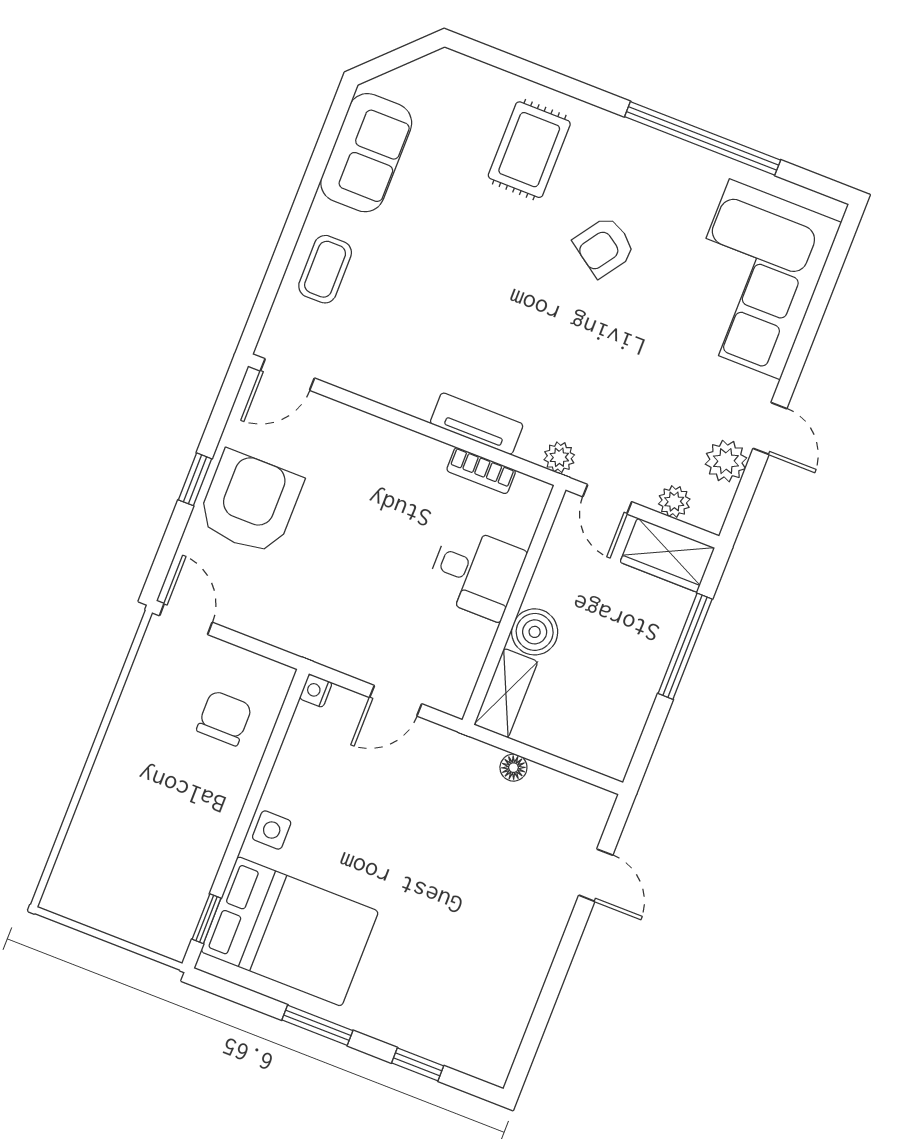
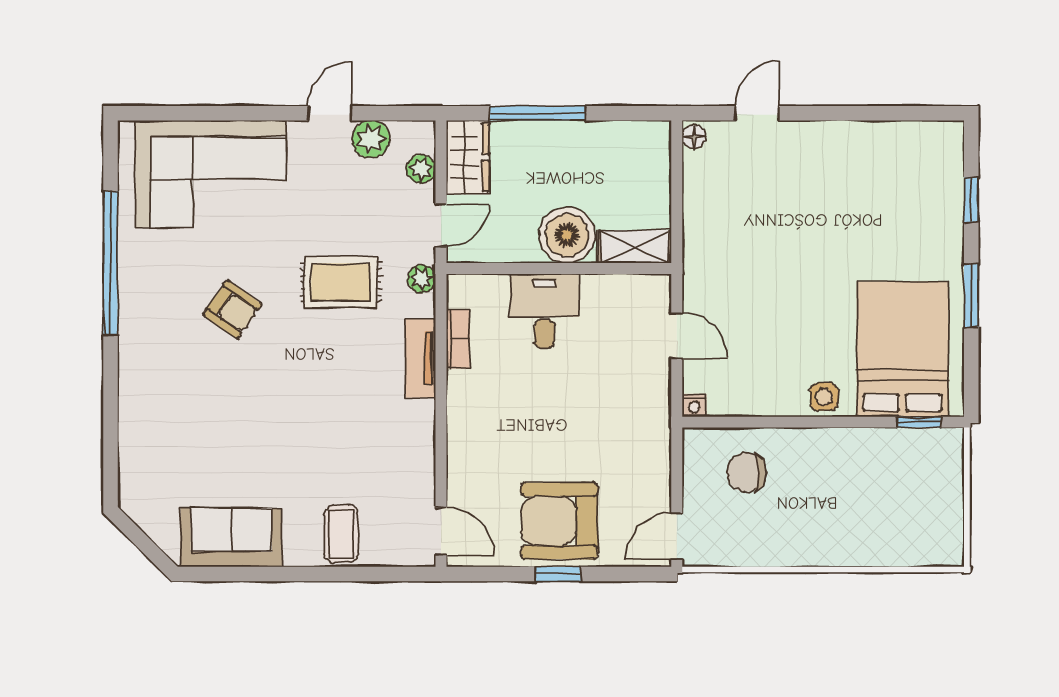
rug: (529, 150) -> (341, 282), moved
coffee table: (325, 269) -> (341, 534), turned 90
boiler: (535, 632) -> (567, 235), width x1.37, depth x1.37
floor lamp: (513, 768) -> (694, 137), moved

